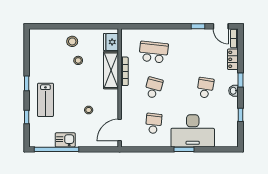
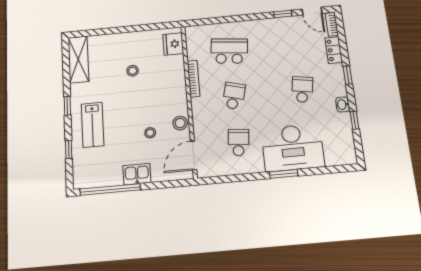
stool: (72, 41) -> (180, 123), moved
shelving: (111, 70) -> (78, 59), moved
washbasin: (234, 91) -> (343, 104), moved
kitchen sink: (65, 140) -> (137, 174), moved

